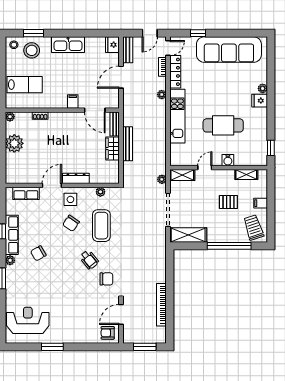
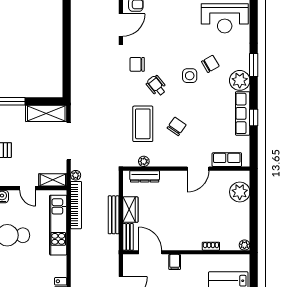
plant: (162, 95) -> (76, 270), removed
kitchen unit: (177, 116) -> (58, 225), moved
plant: (14, 143) -> (240, 192), moved
door: (205, 168) -> (28, 188), hinge flipped
dresser: (76, 178) -> (145, 176), moved
side table: (70, 199) -> (190, 76), moved
chair: (38, 253) -> (210, 64), moved
plant: (10, 260) -> (240, 80), width x1.88, depth x1.88
bookcase: (161, 305) -> (76, 205), moved

